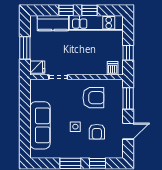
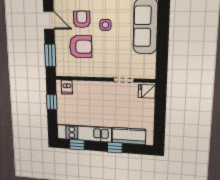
window: (89, 10) -> (77, 145), moved
window: (25, 48) -> (160, 112), removed
armchair: (93, 98) -> (81, 47), moved, turned 180
door: (128, 131) -> (49, 20), swing flipped

